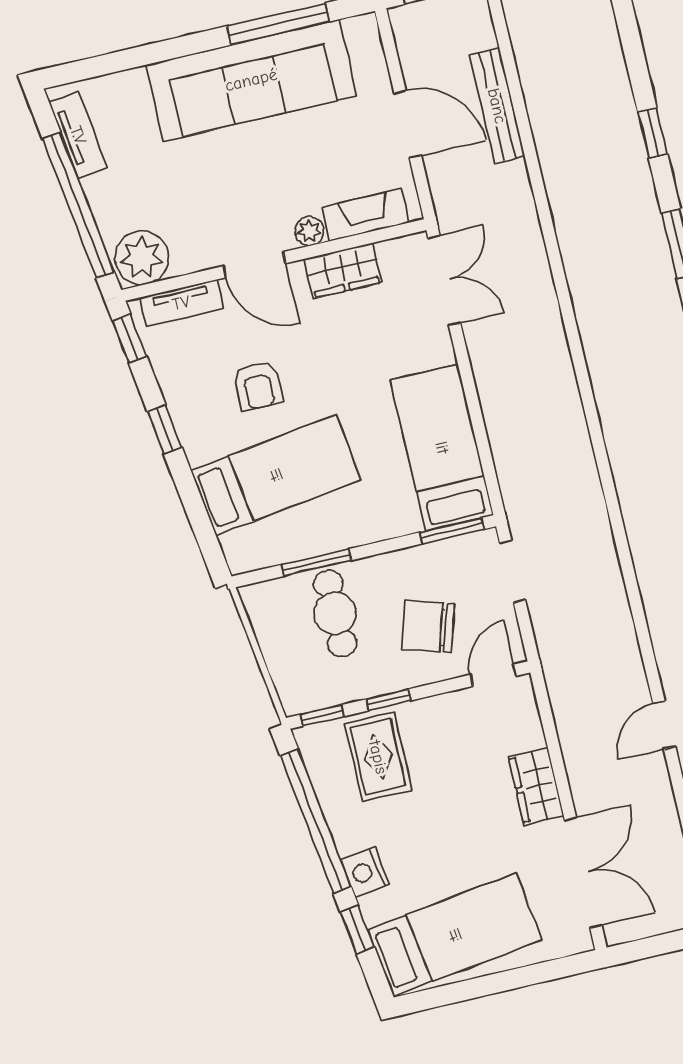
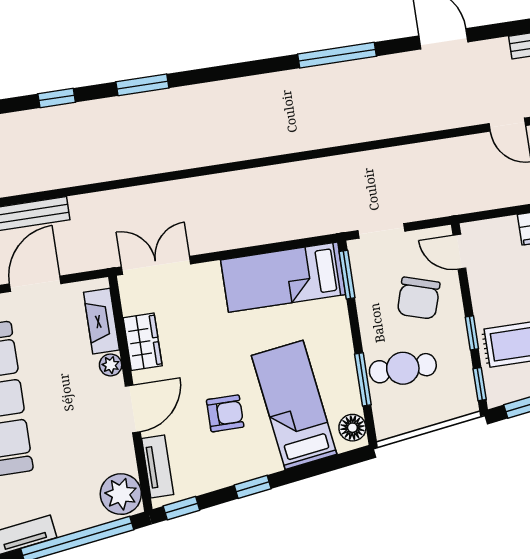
floor lamp: (252, 554) -> (352, 428), added

